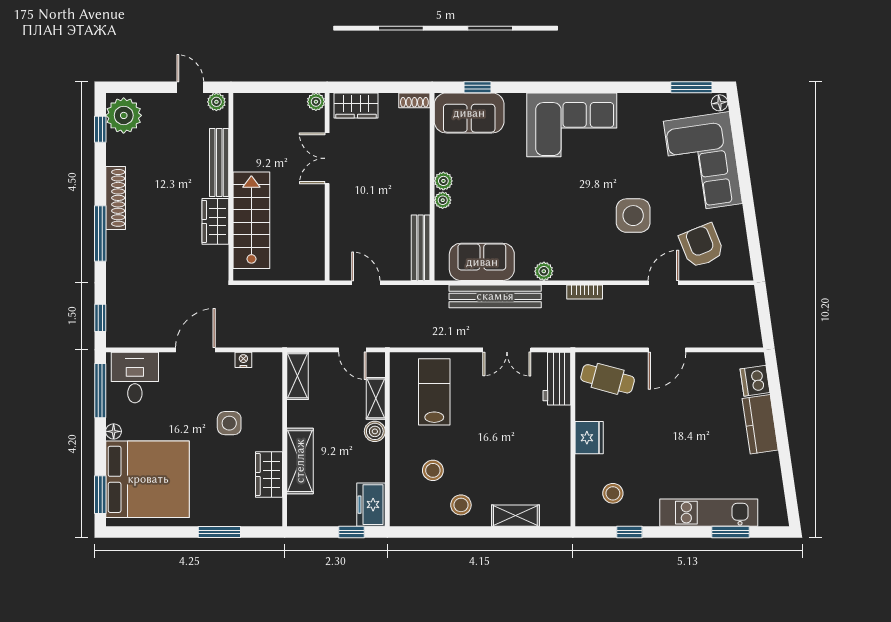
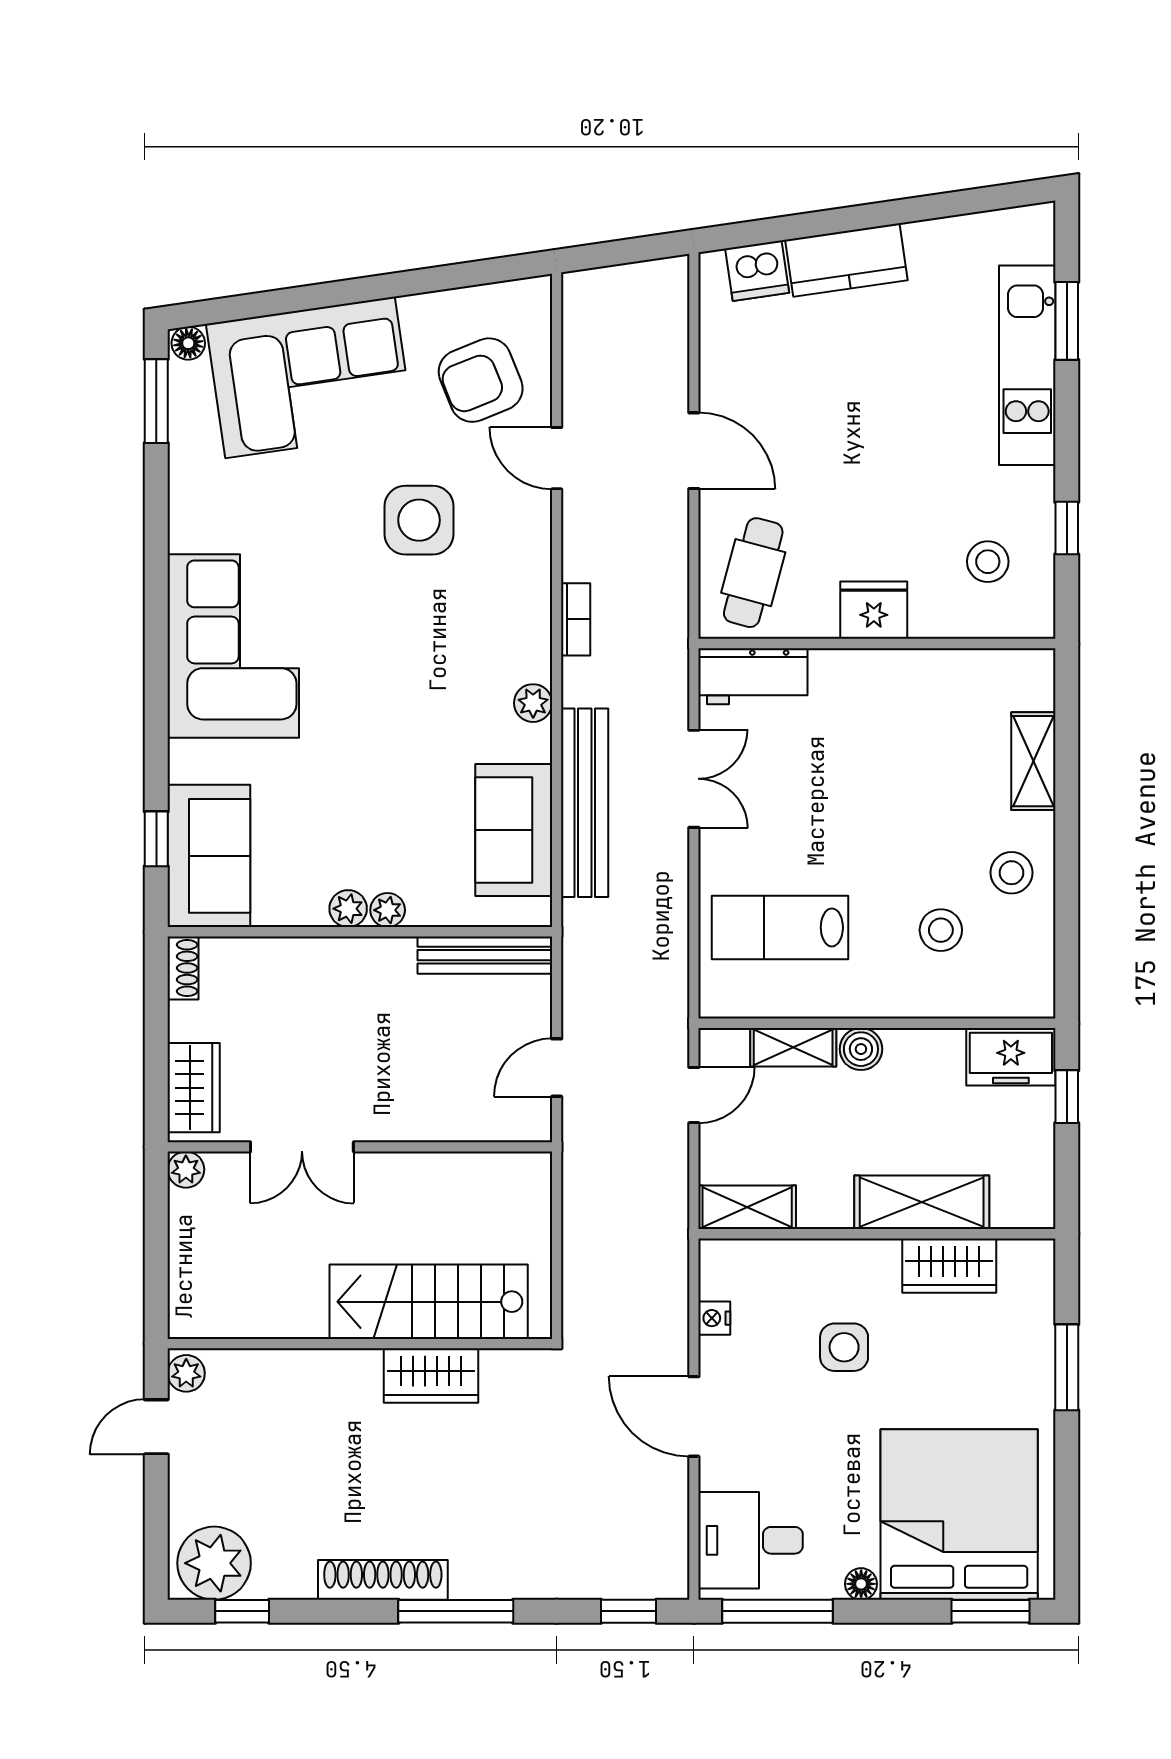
bench: (219, 163) -> (311, 1368), removed

